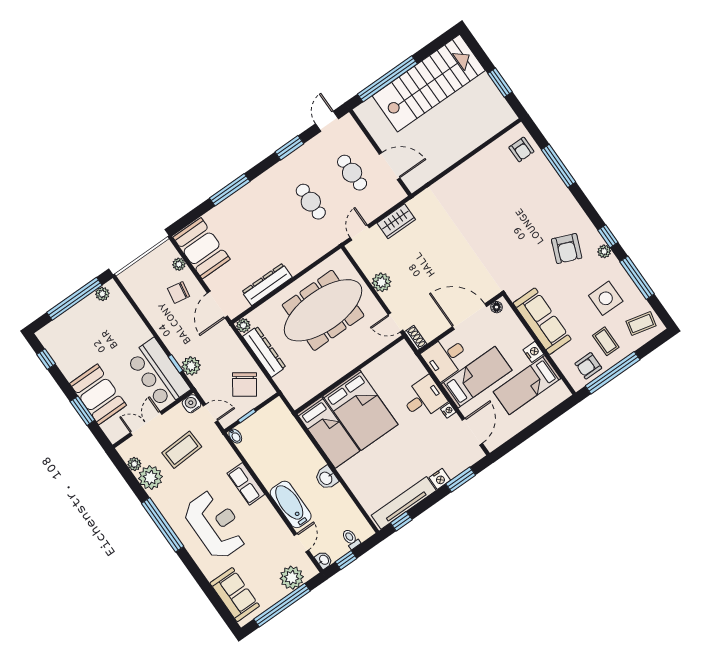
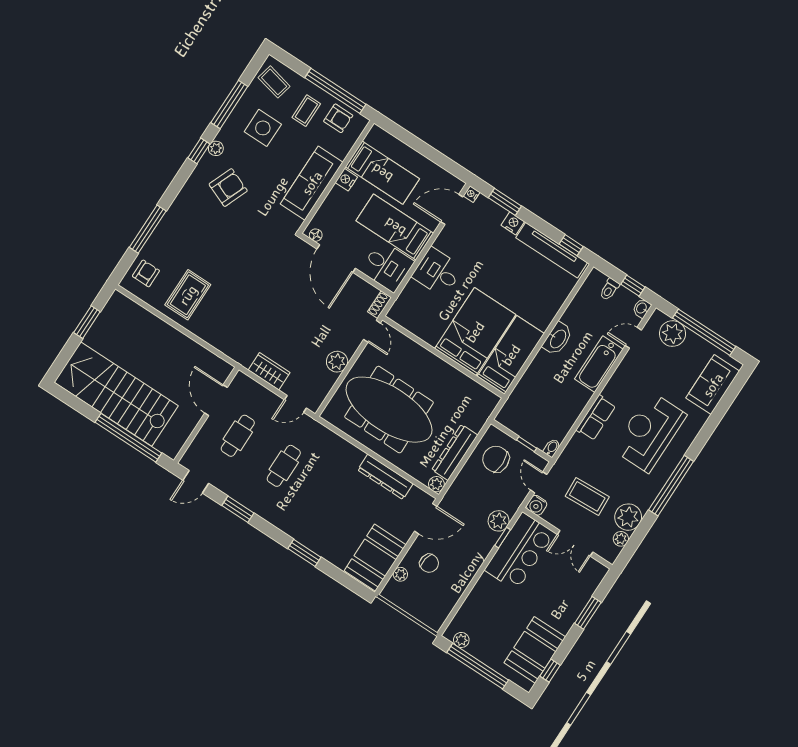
rug: (489, 178) -> (188, 295), added
window: (230, 190) -> (304, 553), width x0.69
chair: (245, 385) -> (496, 459), turned -125
booth: (98, 394) -> (535, 650), moved
nightstand: (448, 411) -> (472, 194), moved
washbasin: (326, 478) -> (558, 339), width x1.38

